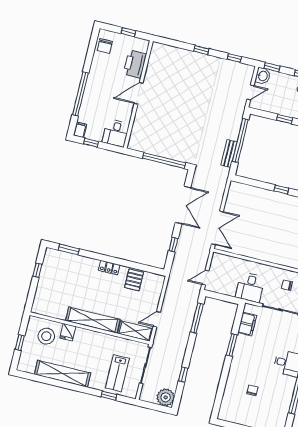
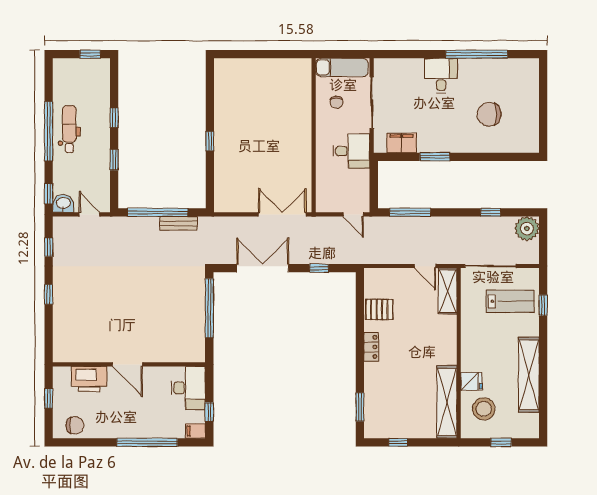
desk: (116, 133) -> (188, 388), width x1.37
shelving: (93, 320) -> (447, 402), moved
chair: (252, 390) -> (489, 114), width x1.87, depth x1.87

